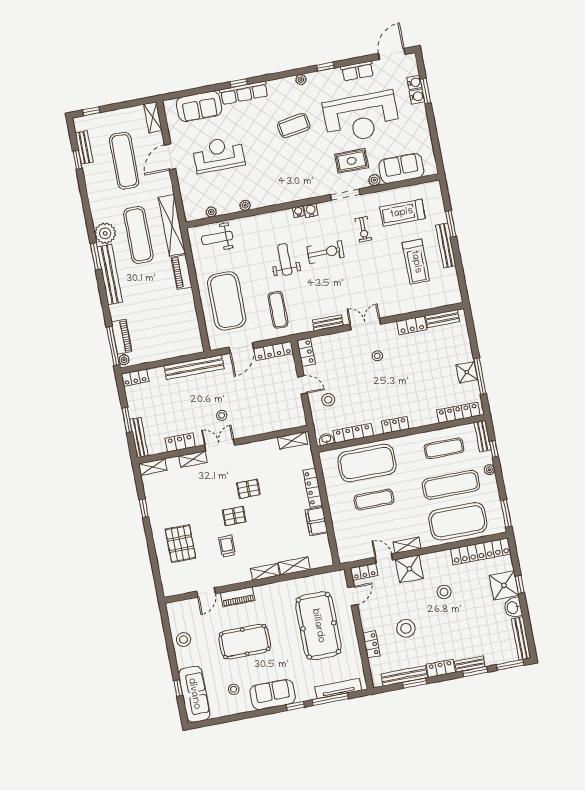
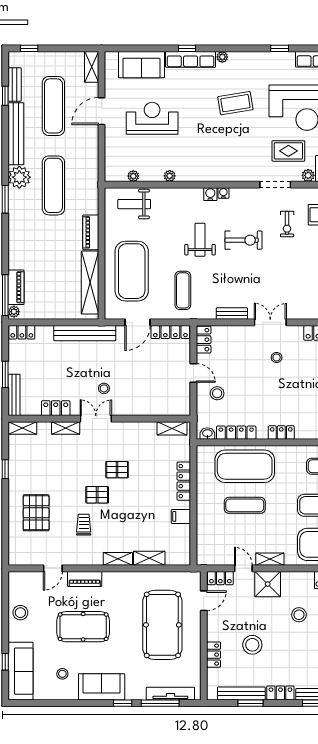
plant: (301, 80) -> (222, 57), moved
water cooler: (311, 210) -> (210, 194), moved
shelving: (172, 225) -> (90, 283), moved
bench: (110, 275) -> (16, 134), moved
filing cabinet: (316, 521) -> (181, 516), width x0.50

